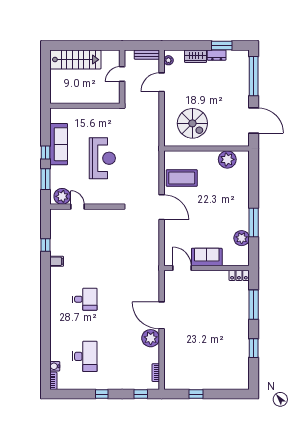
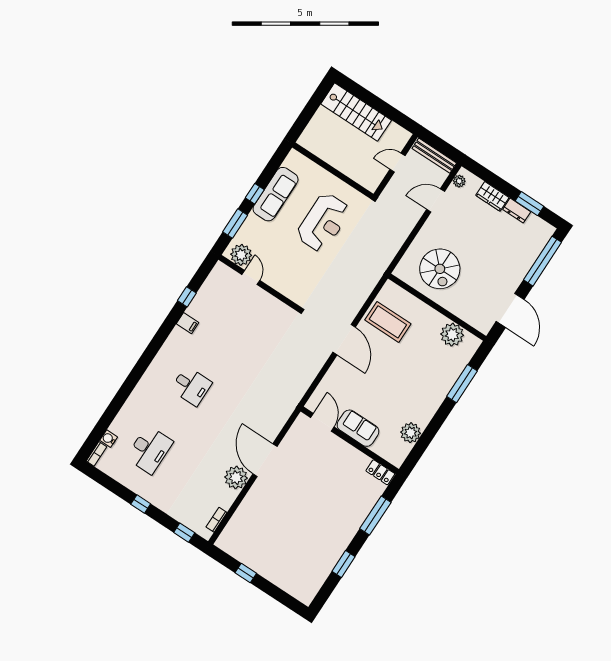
bench: (147, 55) -> (434, 156), width x1.36
reception desk: (102, 158) -> (323, 222), moved
window: (254, 222) -> (462, 384), moved

